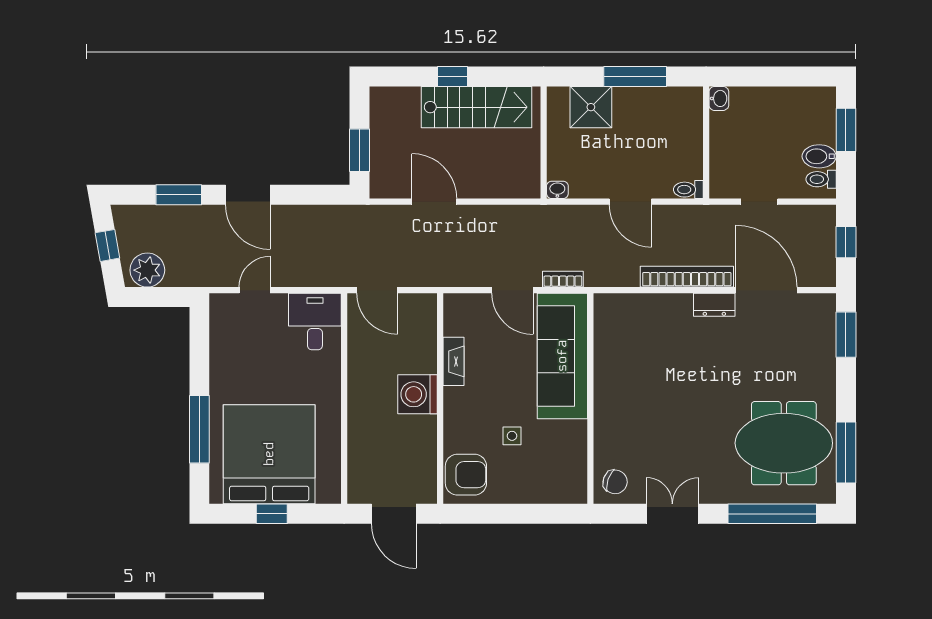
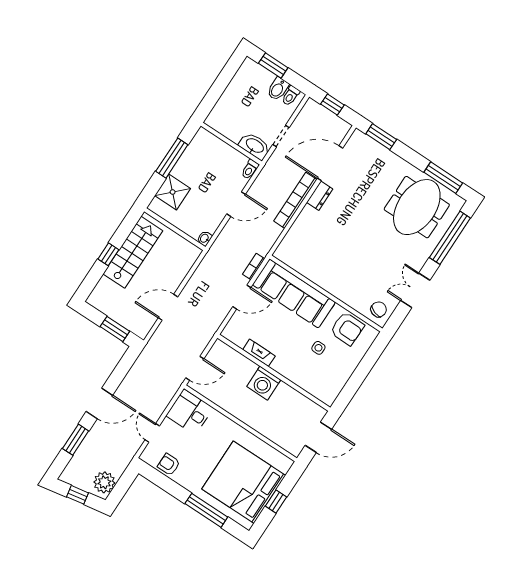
washbasin: (719, 98) -> (255, 146), moved, width x1.91, depth x1.45
armchair: (227, 340) -> (169, 464), added
armchair: (466, 475) -> (347, 329), moved, turned 91

